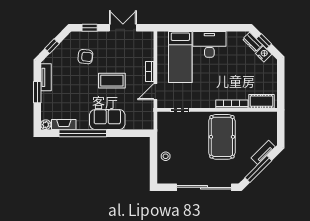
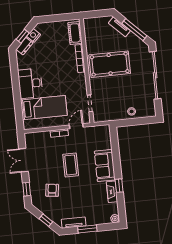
door: (155, 92) -> (76, 126), swing flipped
fireplace: (64, 125) -> (112, 192), moved
window: (83, 133) -> (119, 186), width x0.32

